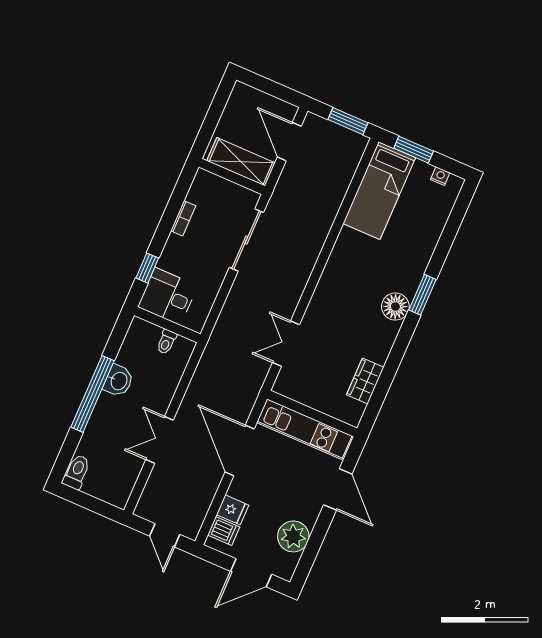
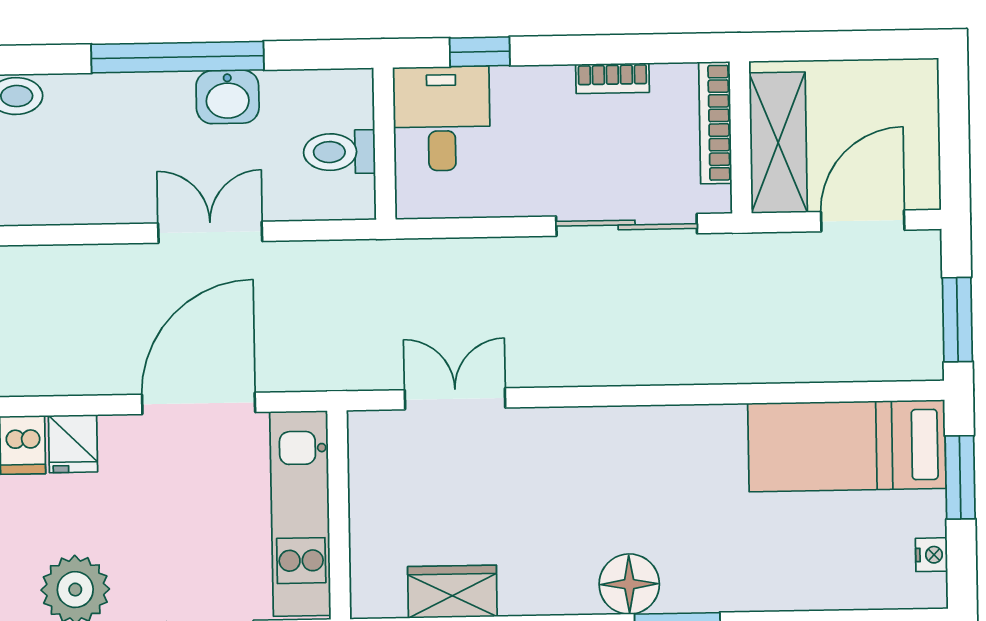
bookcase: (221, 184) -> (715, 123), added
toilet: (166, 342) -> (339, 152), width x1.37, depth x1.39
double door: (160, 440) -> (210, 232), moved

